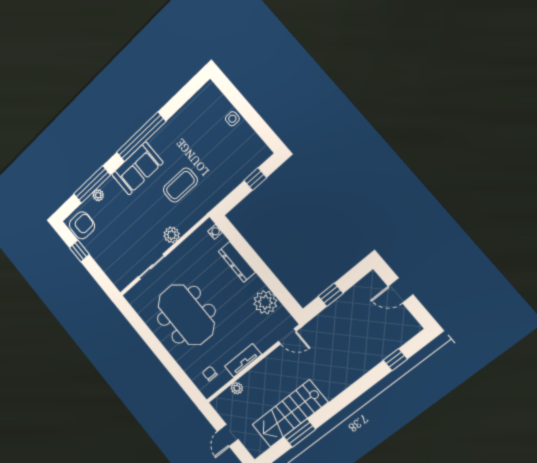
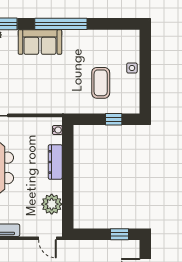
coffee table: (180, 185) -> (101, 83), moved, turned 90
plant: (172, 235) -> (25, 106), removed
window: (331, 295) -> (120, 234), moved

